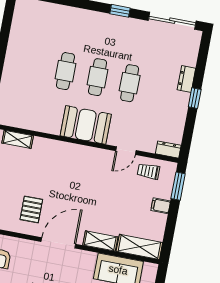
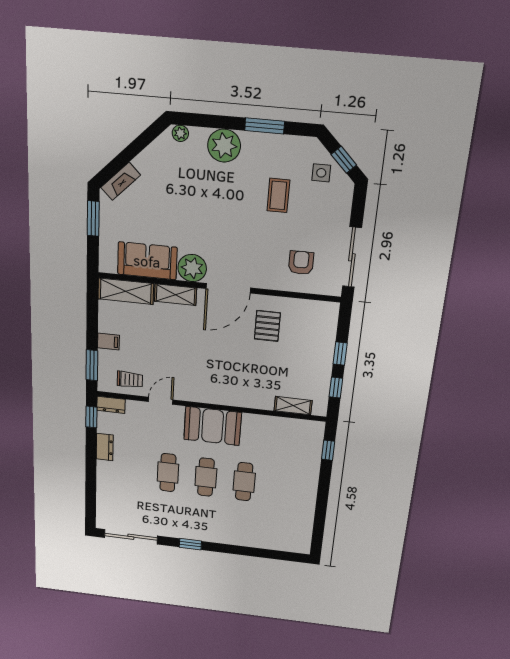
dresser: (186, 79) -> (105, 447), moved
window: (195, 98) -> (91, 417), moved
plant: (84, 261) -> (192, 268), added

